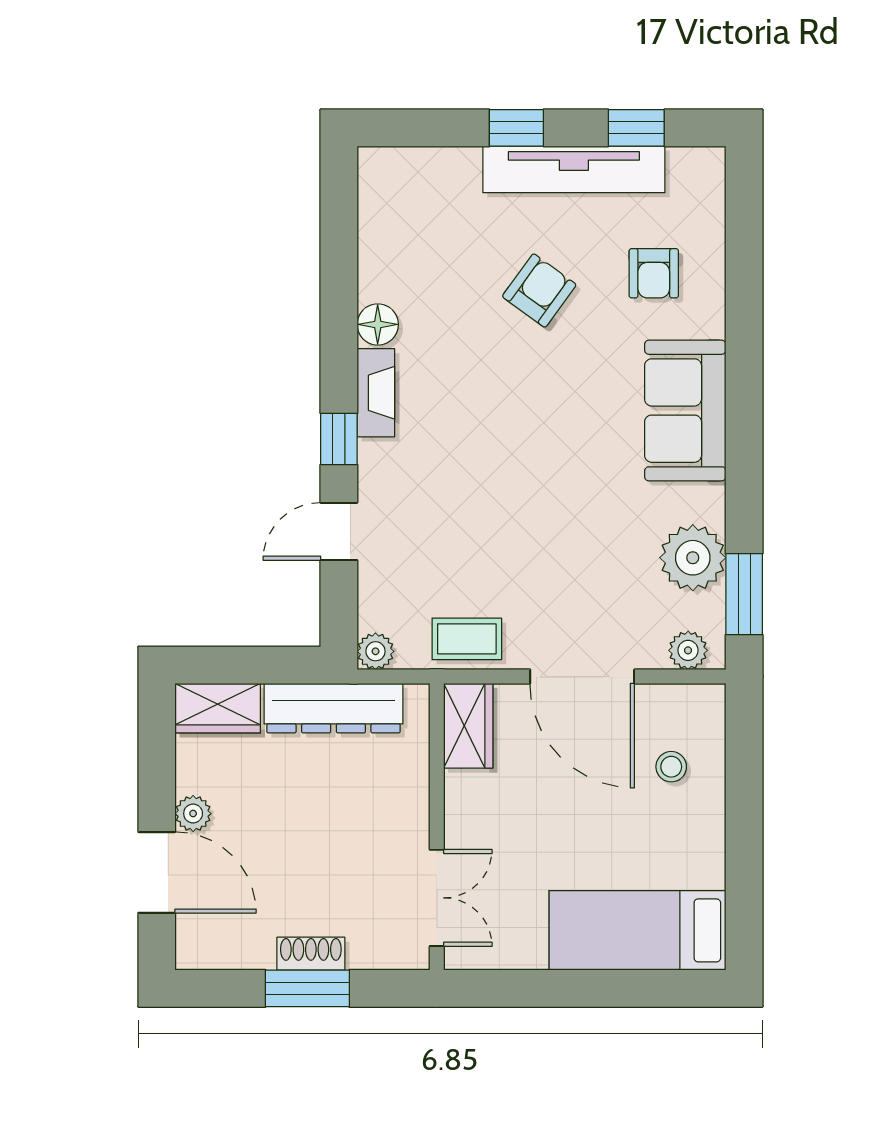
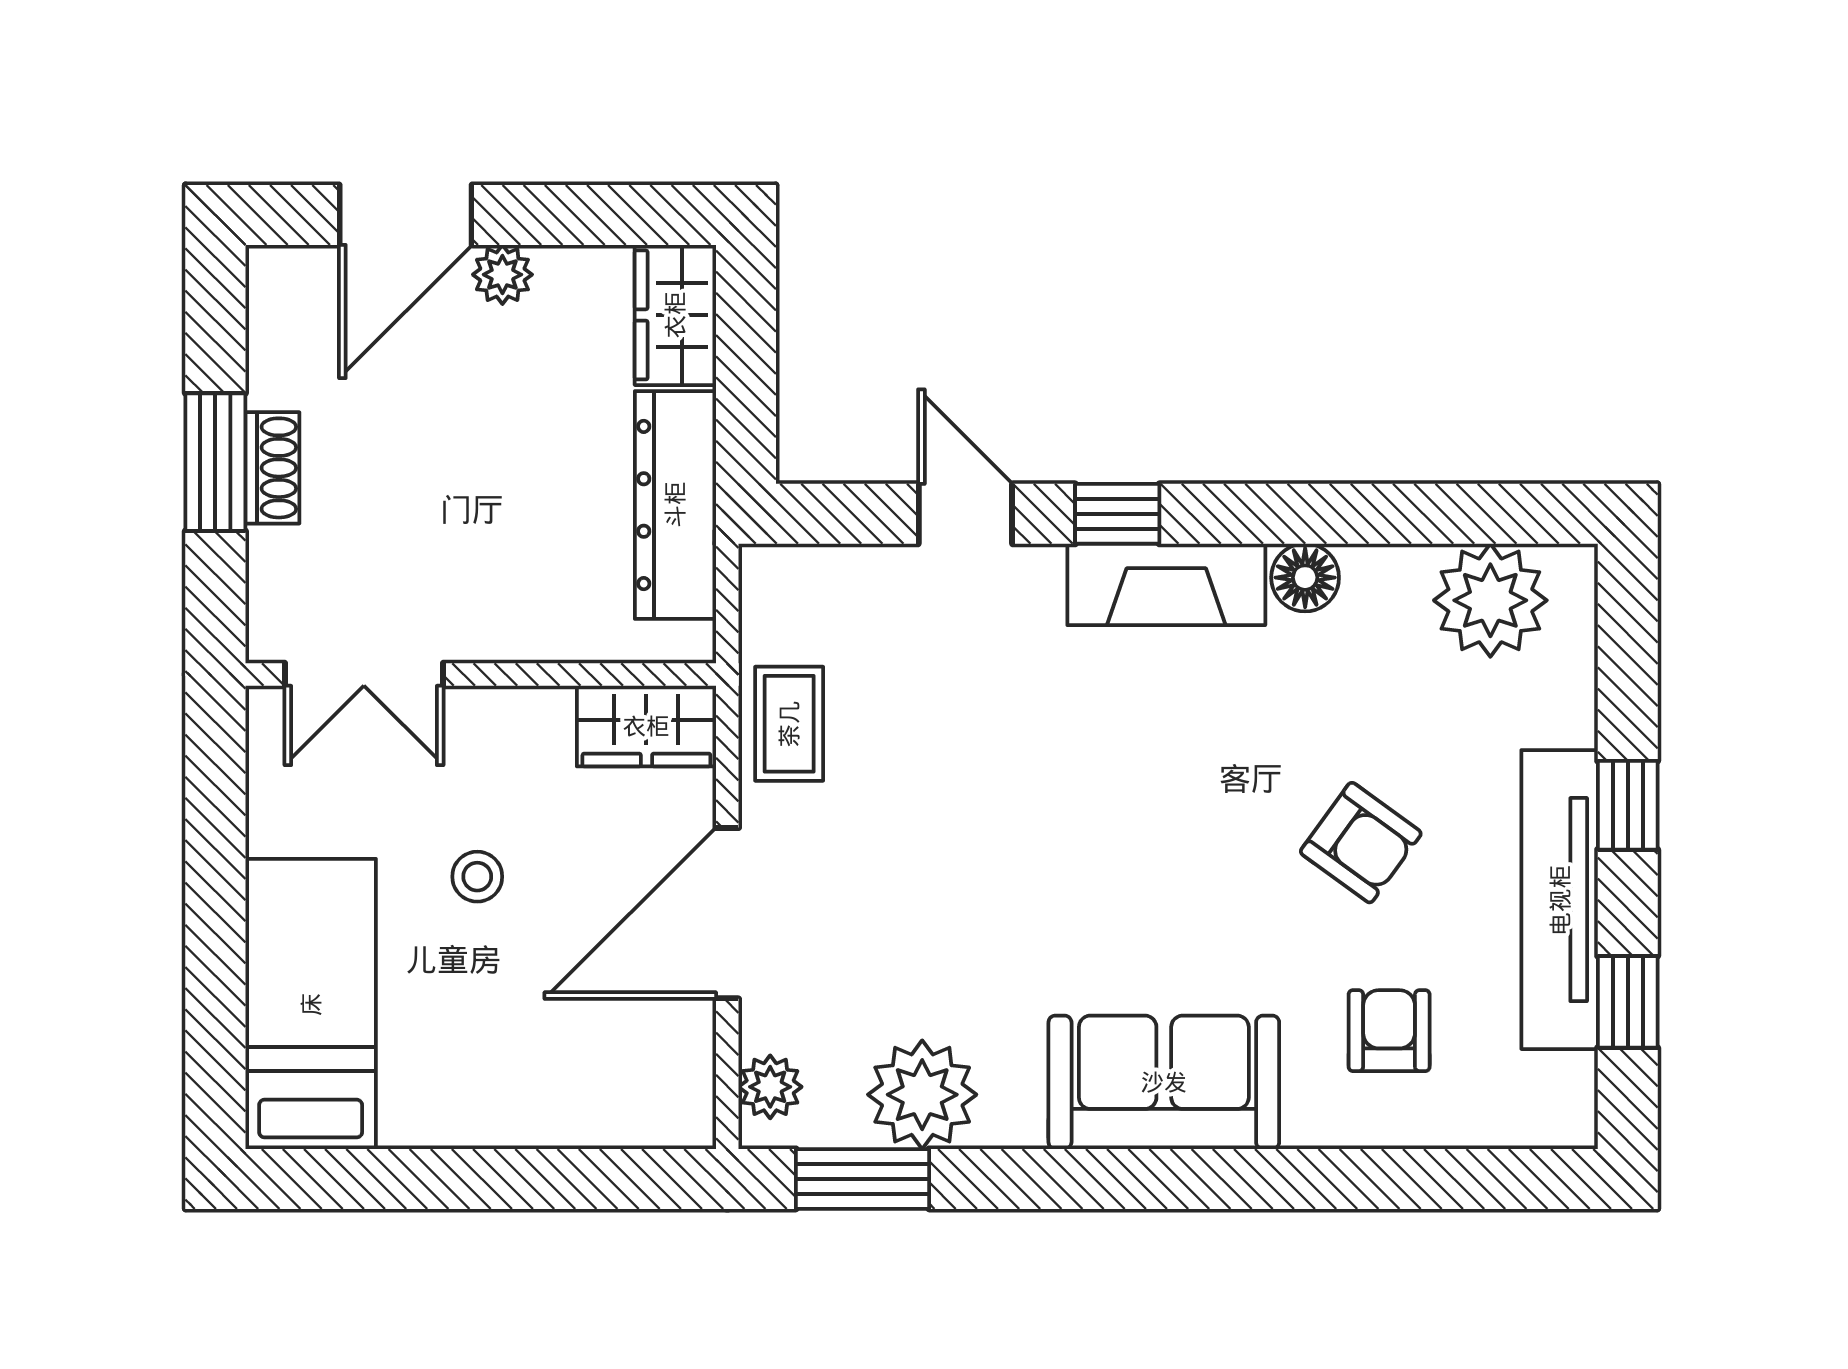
armchair: (654, 273) -> (1389, 1031), turned 90
fireplace: (376, 393) -> (1166, 584), width x1.37, depth x1.32
plant: (375, 651) -> (1490, 600), moved, width x1.87, depth x1.87
stool: (671, 767) -> (477, 877), moved

